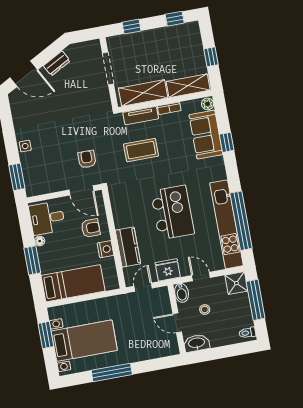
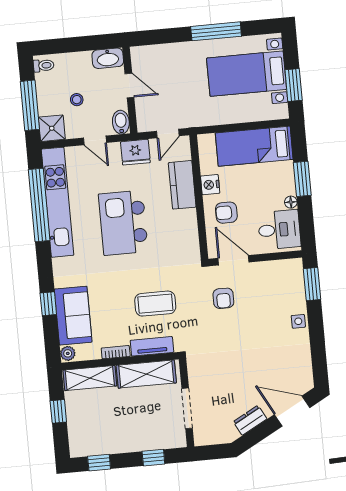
stool: (205, 310) -> (77, 100), moved

